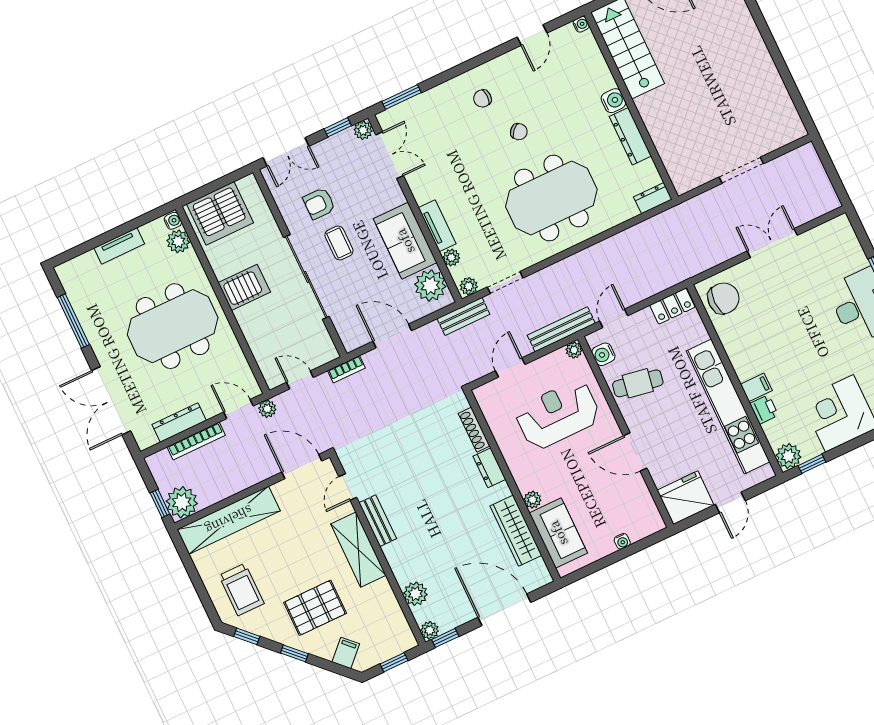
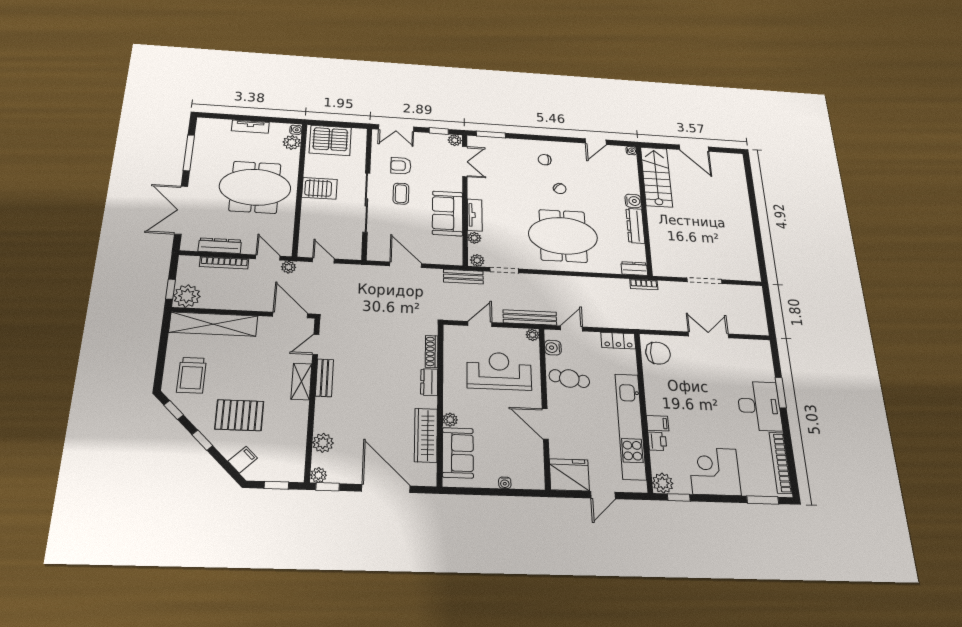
plant: (430, 285) -> (450, 247), removed
bookcase: (346, 369) -> (644, 284), moved
shelving: (358, 550) -> (301, 381), width x0.67, depth x0.75

